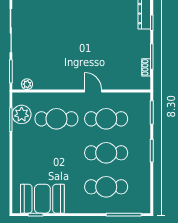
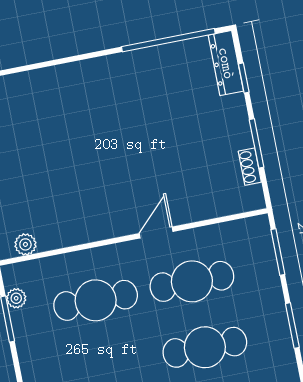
door: (93, 91) -> (156, 232), hinge flipped
plant: (22, 114) -> (16, 298), width x0.53, depth x0.53

